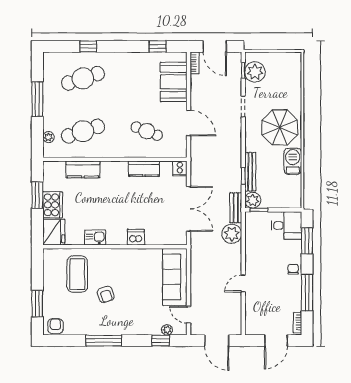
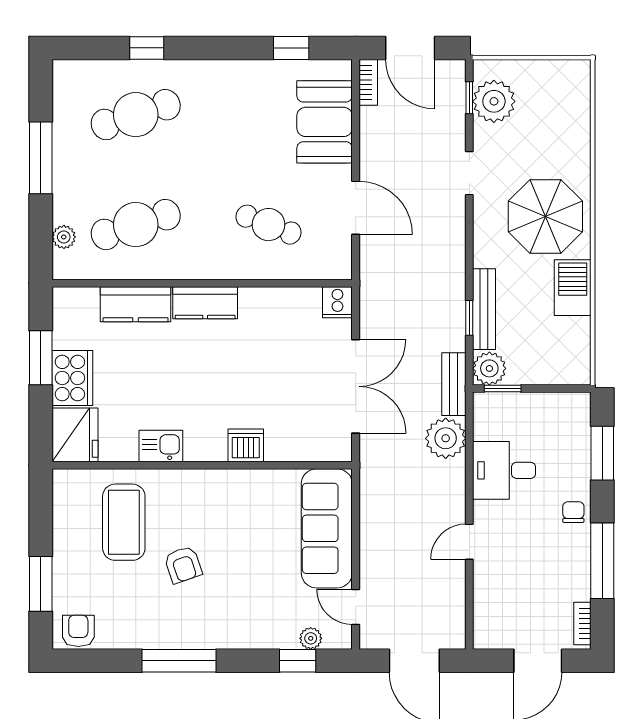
kitchen counter: (144, 169) -> (205, 303), moved
desk: (286, 225) -> (504, 470), moved, turned 180

